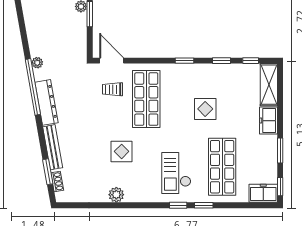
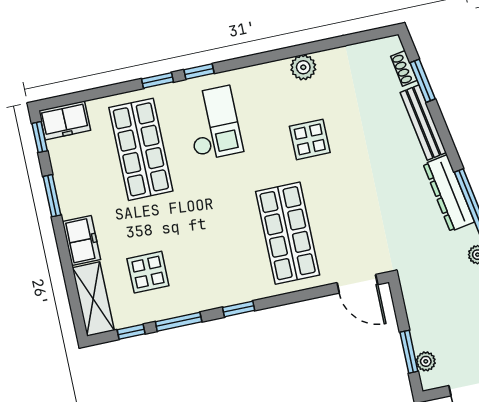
window: (221, 61) -> (179, 322), width x1.50
trolley: (112, 89) -> (346, 237), removed
display table: (205, 109) -> (148, 272), moved

